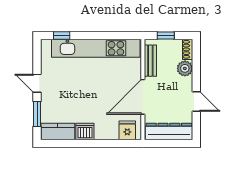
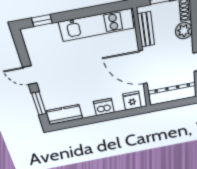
kitchen unit: (96, 48) -> (97, 25), width x0.73
door: (143, 97) -> (143, 67), hinge flipped
dishwasher: (85, 131) -> (104, 107), moved

